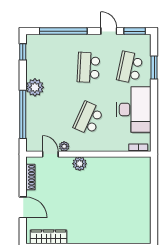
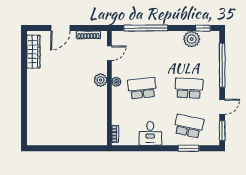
plant: (35, 87) -> (192, 39), moved
desk: (134, 109) -> (150, 133), width x0.53, depth x0.77
school desk: (88, 118) -> (142, 88), turned -30
plant: (64, 146) -> (116, 82), moved

